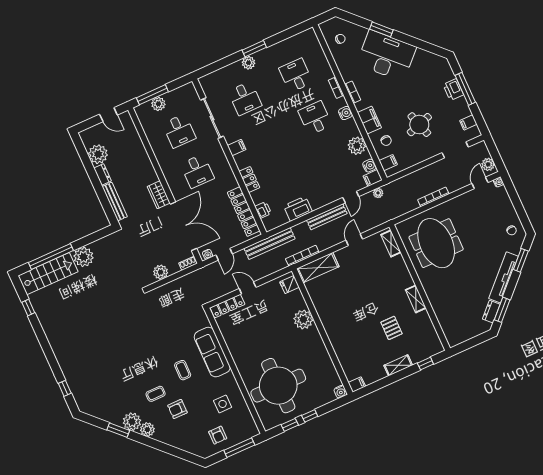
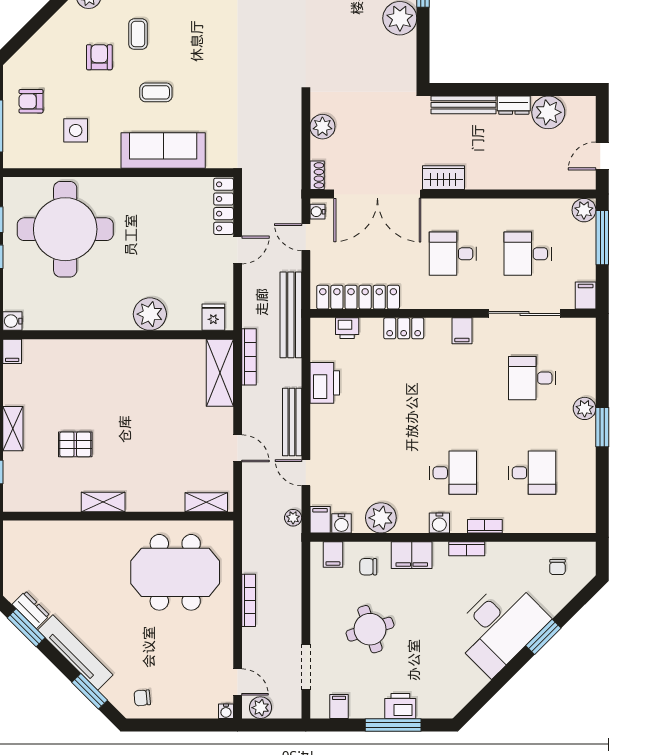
filing cabinet: (188, 90) -> (586, 296), added
plant: (158, 104) -> (584, 210), moved

